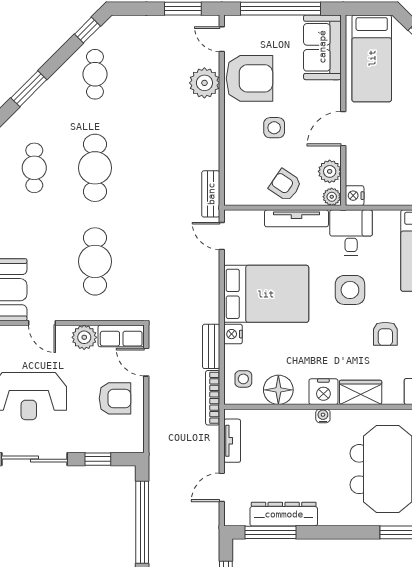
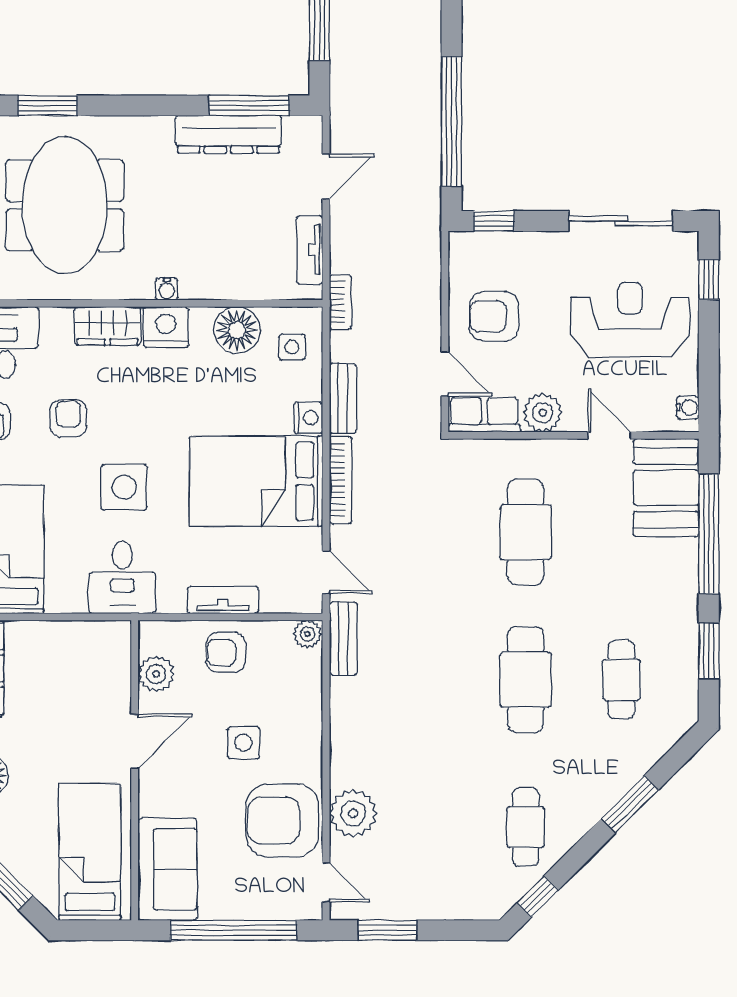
armchair: (285, 185) -> (226, 652), turned 146
nightstand: (355, 196) -> (117, 636), removed
plant: (332, 197) -> (307, 634), moved
tv unit: (296, 218) -> (223, 600), width x0.71
bookcase: (213, 295) -> (341, 480), added
bookcase: (213, 398) -> (340, 302), width x0.64
window: (98, 459) -> (494, 221), moved

